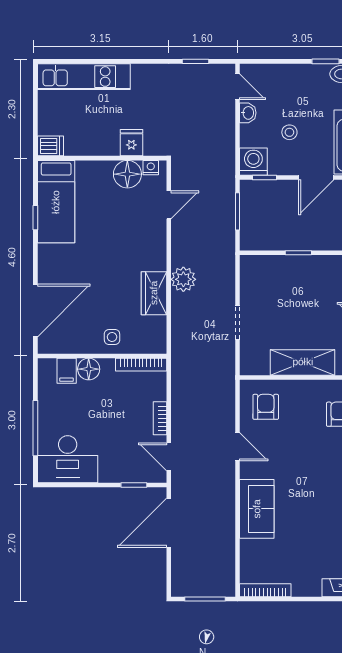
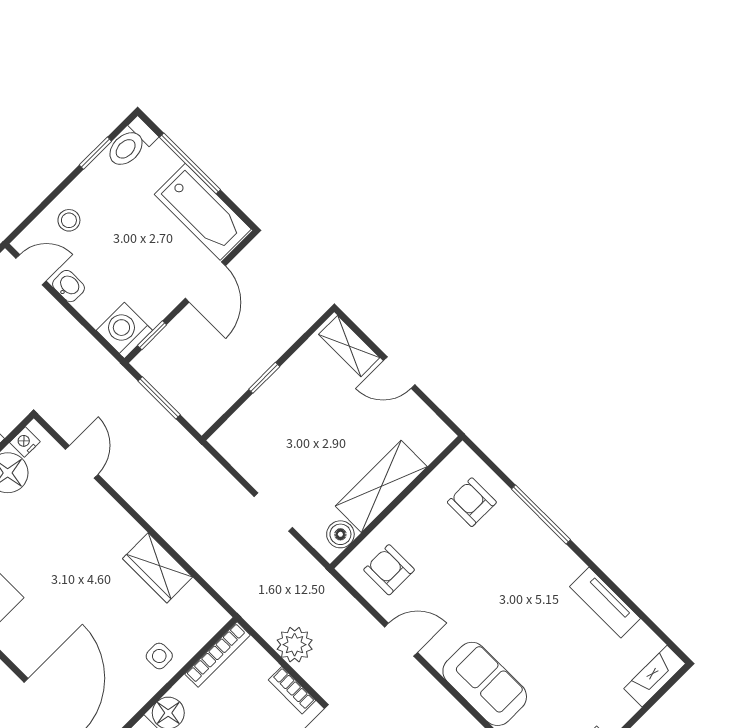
stool: (289, 132) -> (69, 220), moved
plant: (183, 279) -> (295, 645), moved
boiler: (259, 366) -> (340, 534), added

